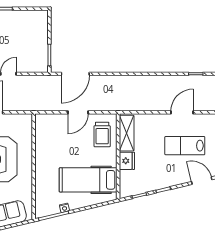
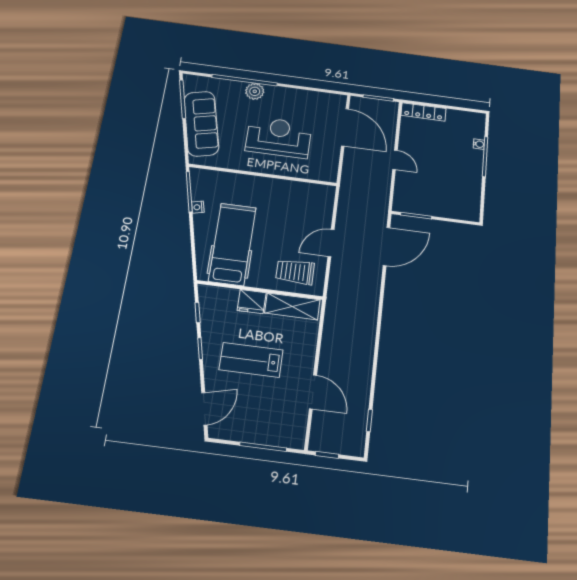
door: (75, 74) -> (386, 247), swing flipped
door: (78, 112) -> (331, 243), hinge flipped
lab bench: (185, 146) -> (251, 360), moved, turned -90

